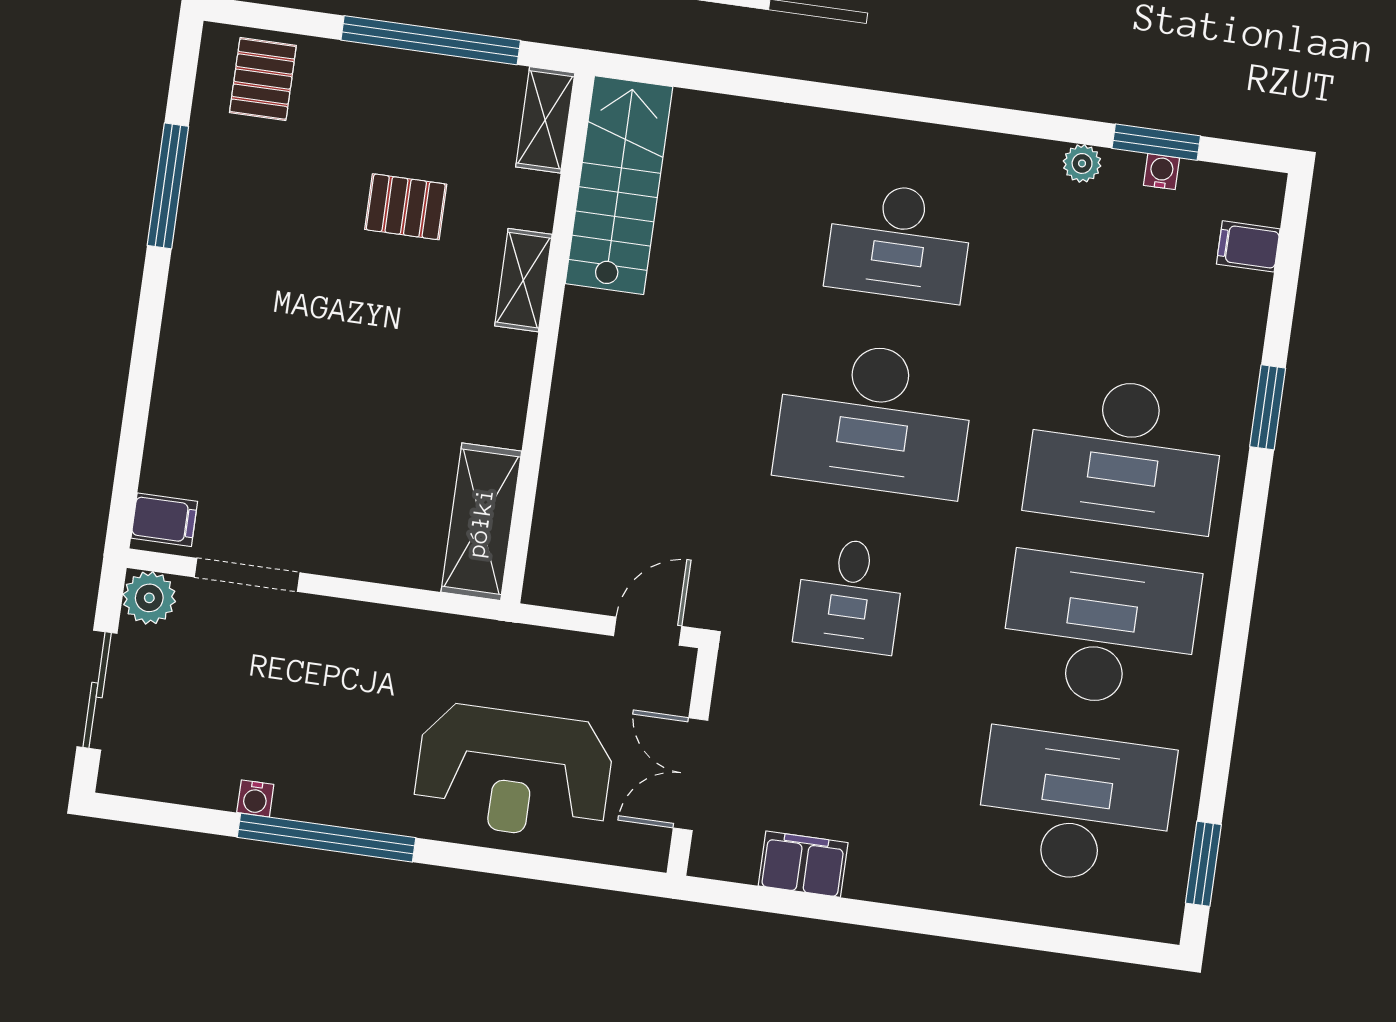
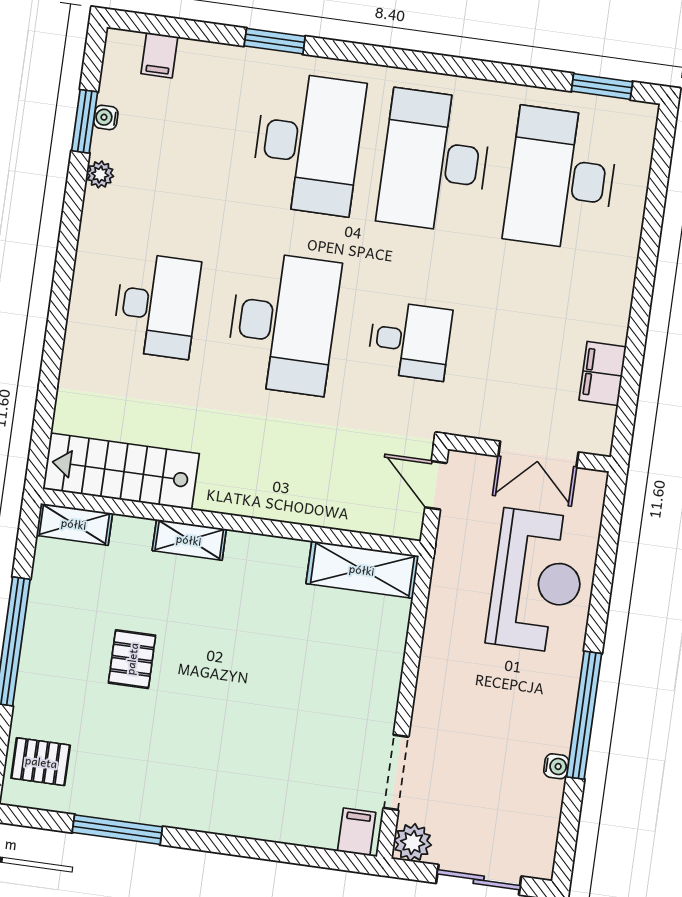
shelving: (545, 120) -> (74, 524), moved
stairs: (619, 185) -> (121, 471), moved
shelving: (523, 280) -> (189, 540), moved
wall: (548, 338) -> (231, 522), moved
shelving: (481, 522) -> (362, 570), moved

